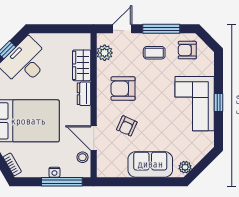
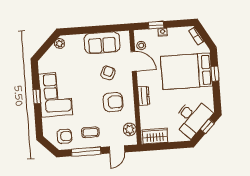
wardrobe: (82, 65) -> (155, 136), moved, turned -90
sofa: (150, 164) -> (102, 43), moved
window: (62, 182) -> (156, 25), width x0.46

